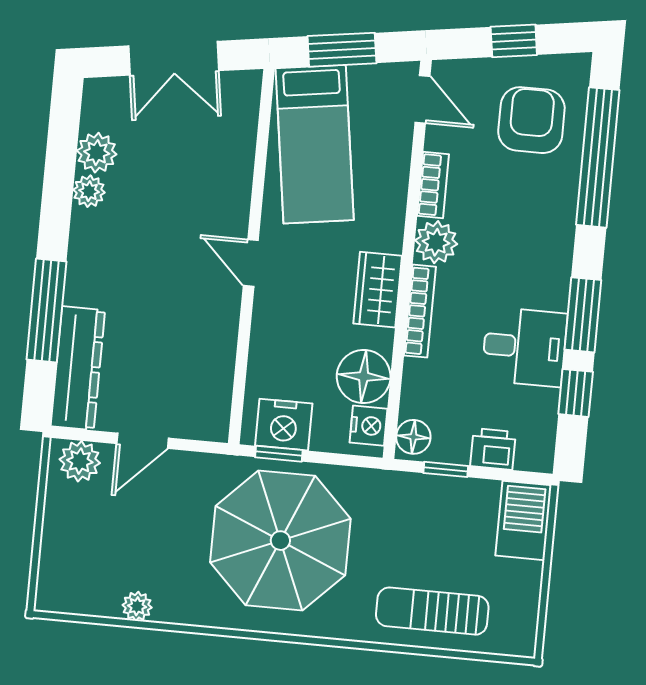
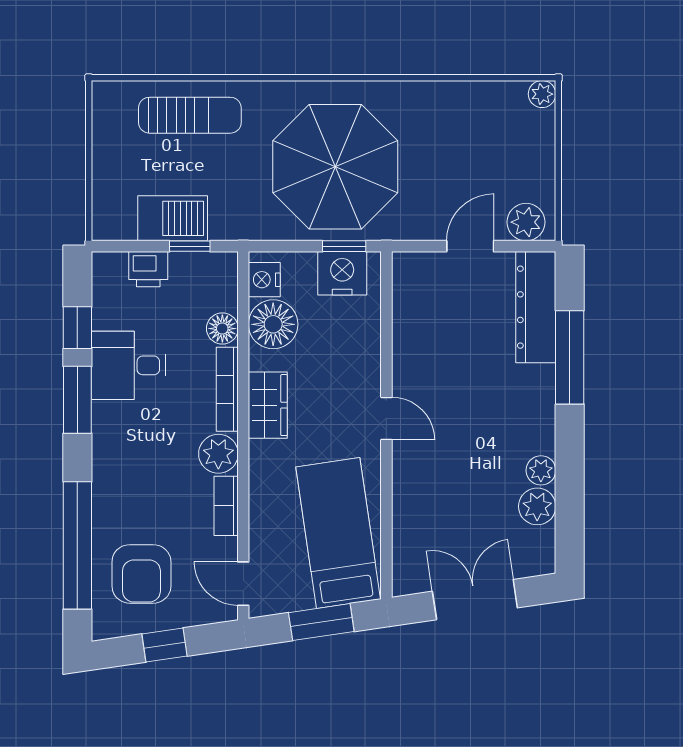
floor lamp: (413, 437) -> (222, 329), moved
barbecue: (524, 520) -> (173, 218), moved, turned -90
plant: (137, 606) -> (542, 94), moved

